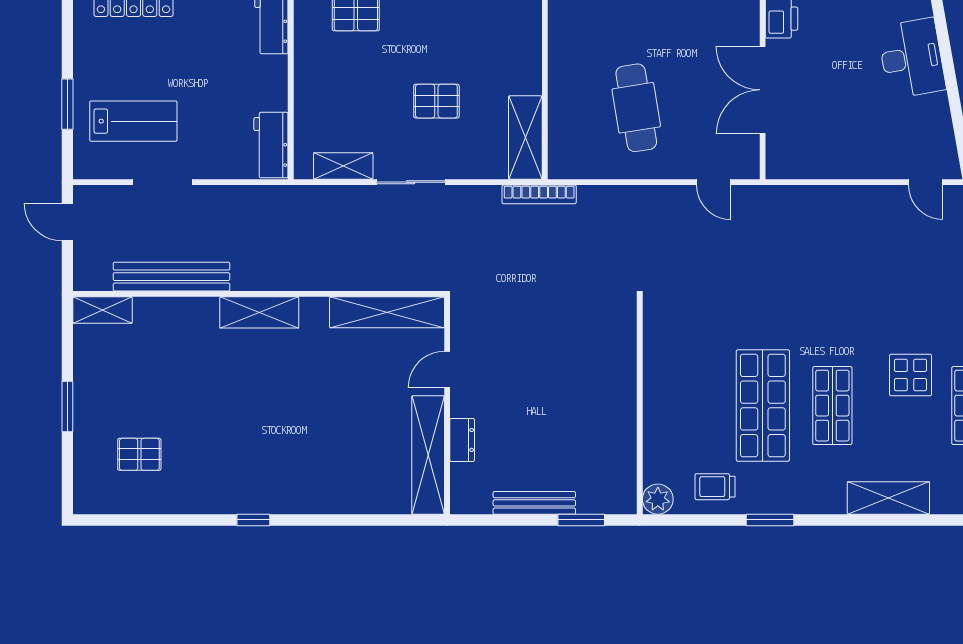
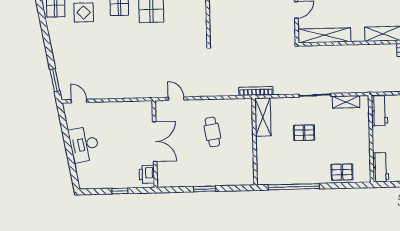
desk: (912, 58) -> (84, 144), moved
cafe table: (636, 108) -> (212, 132), width x0.73, depth x0.74

